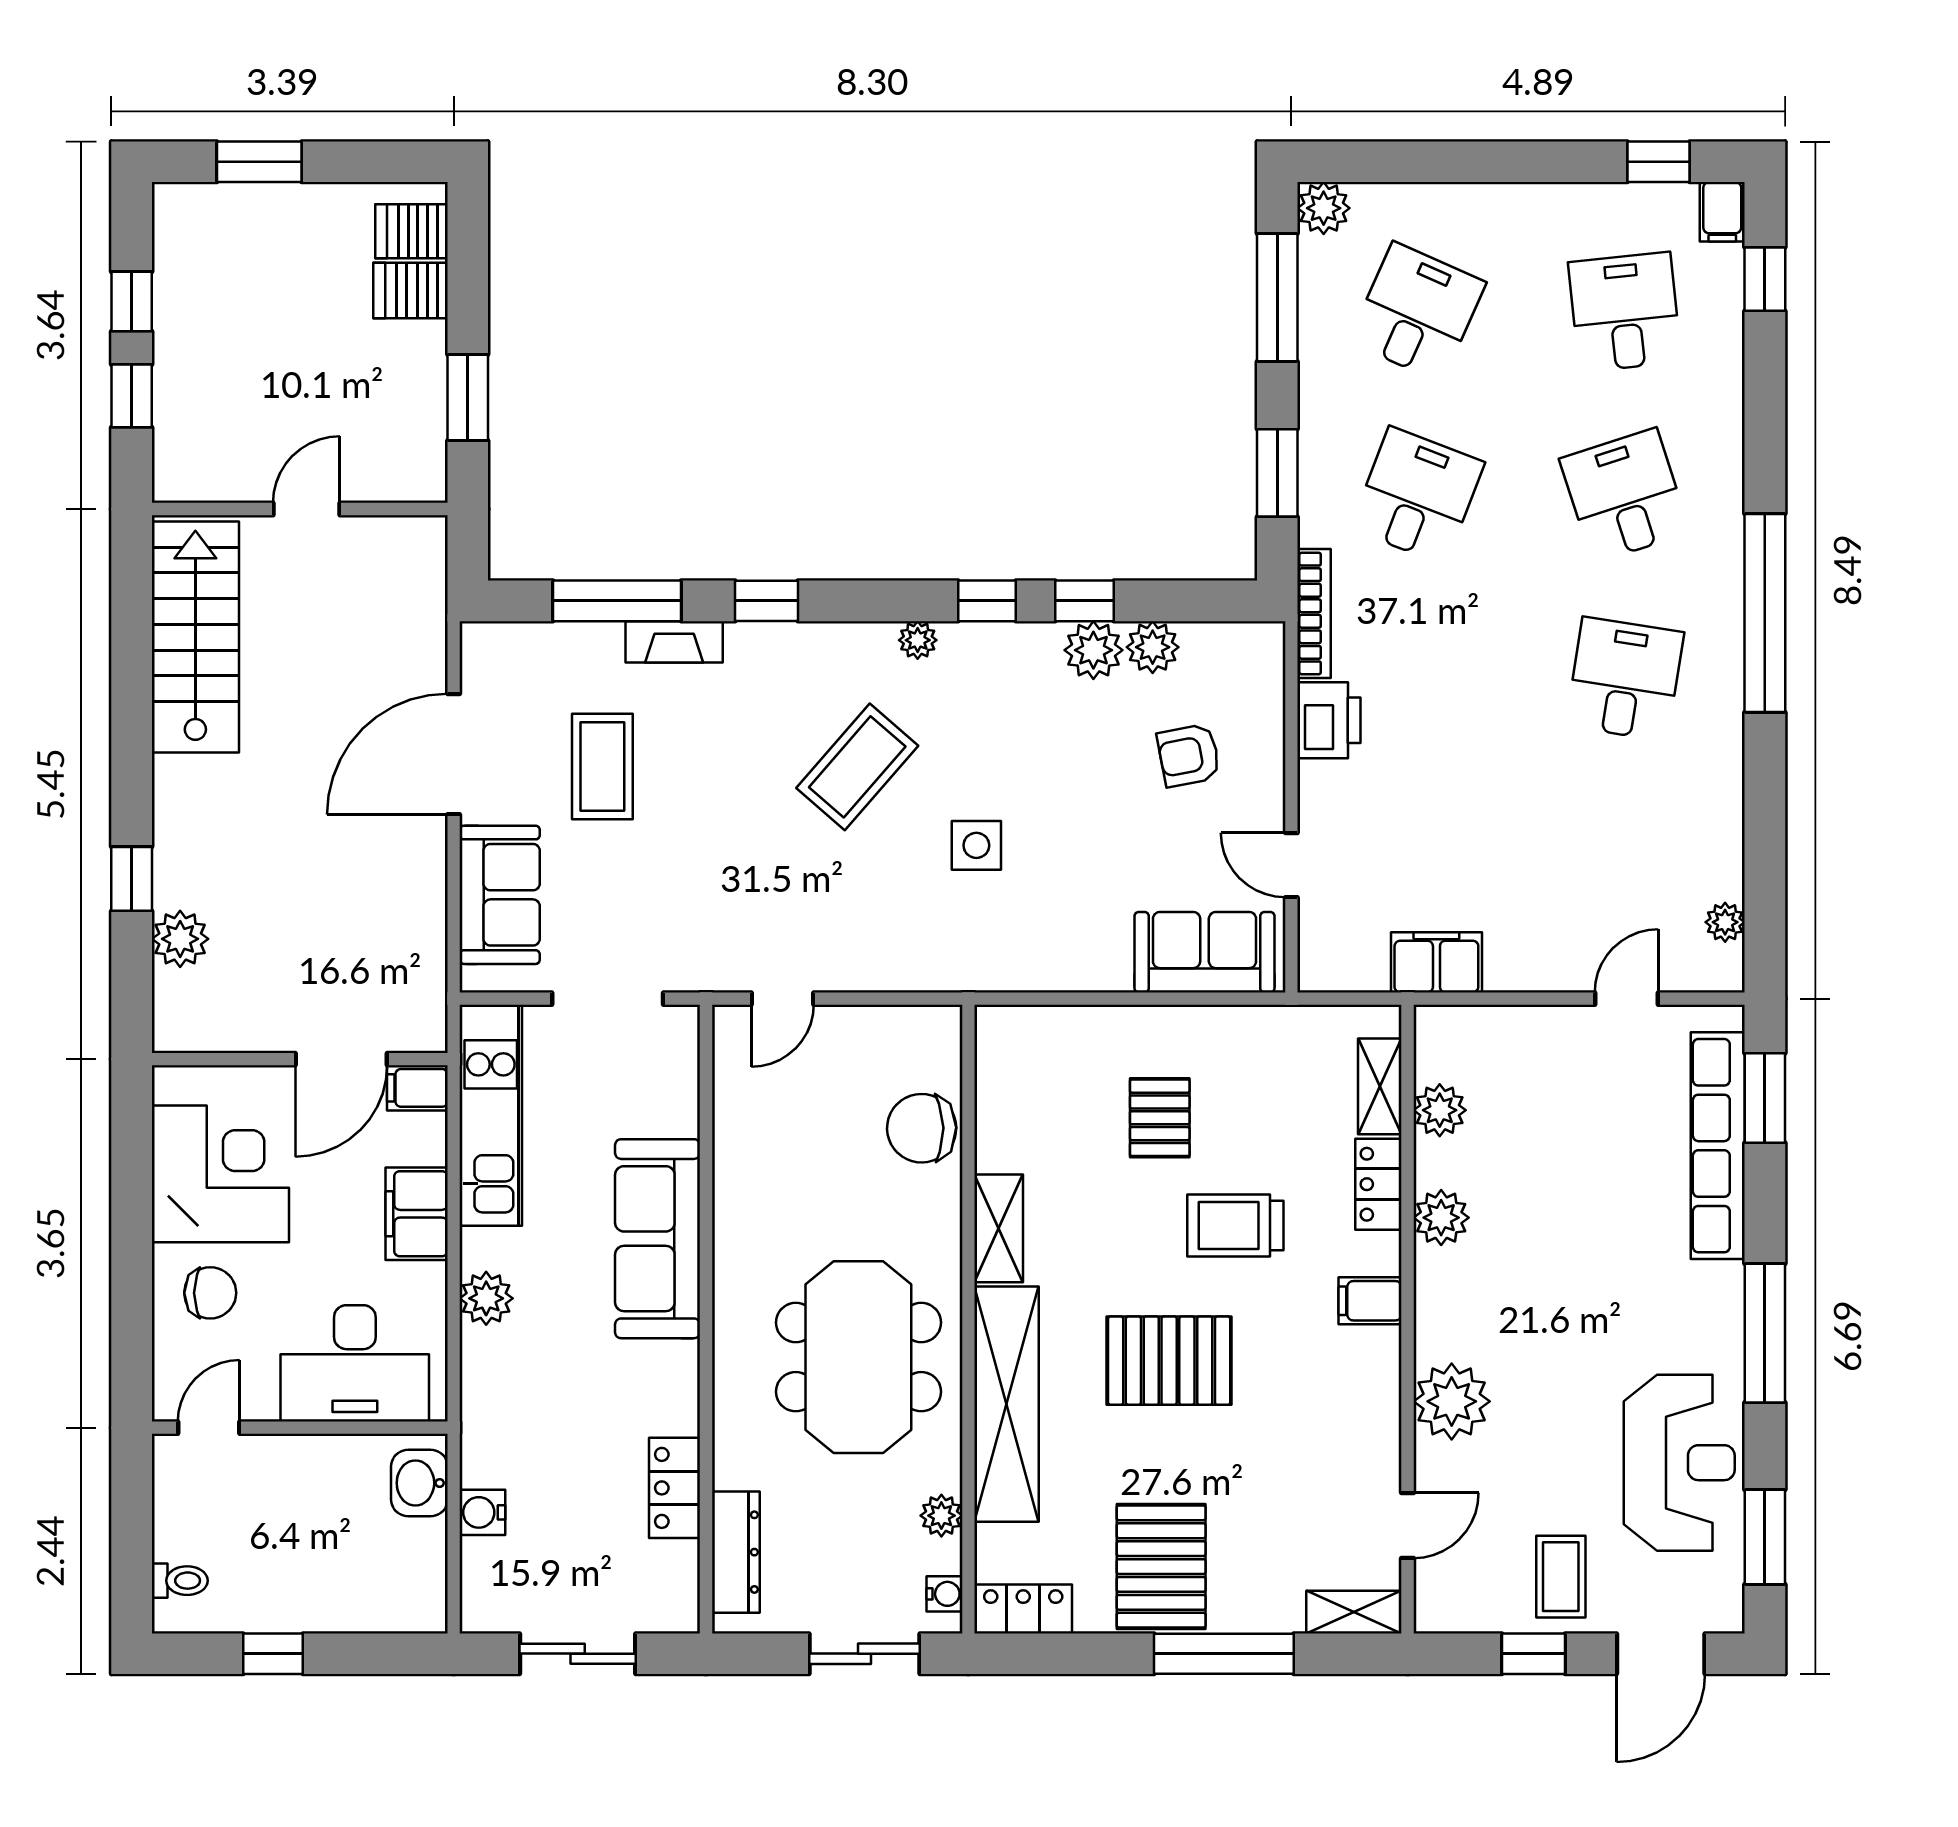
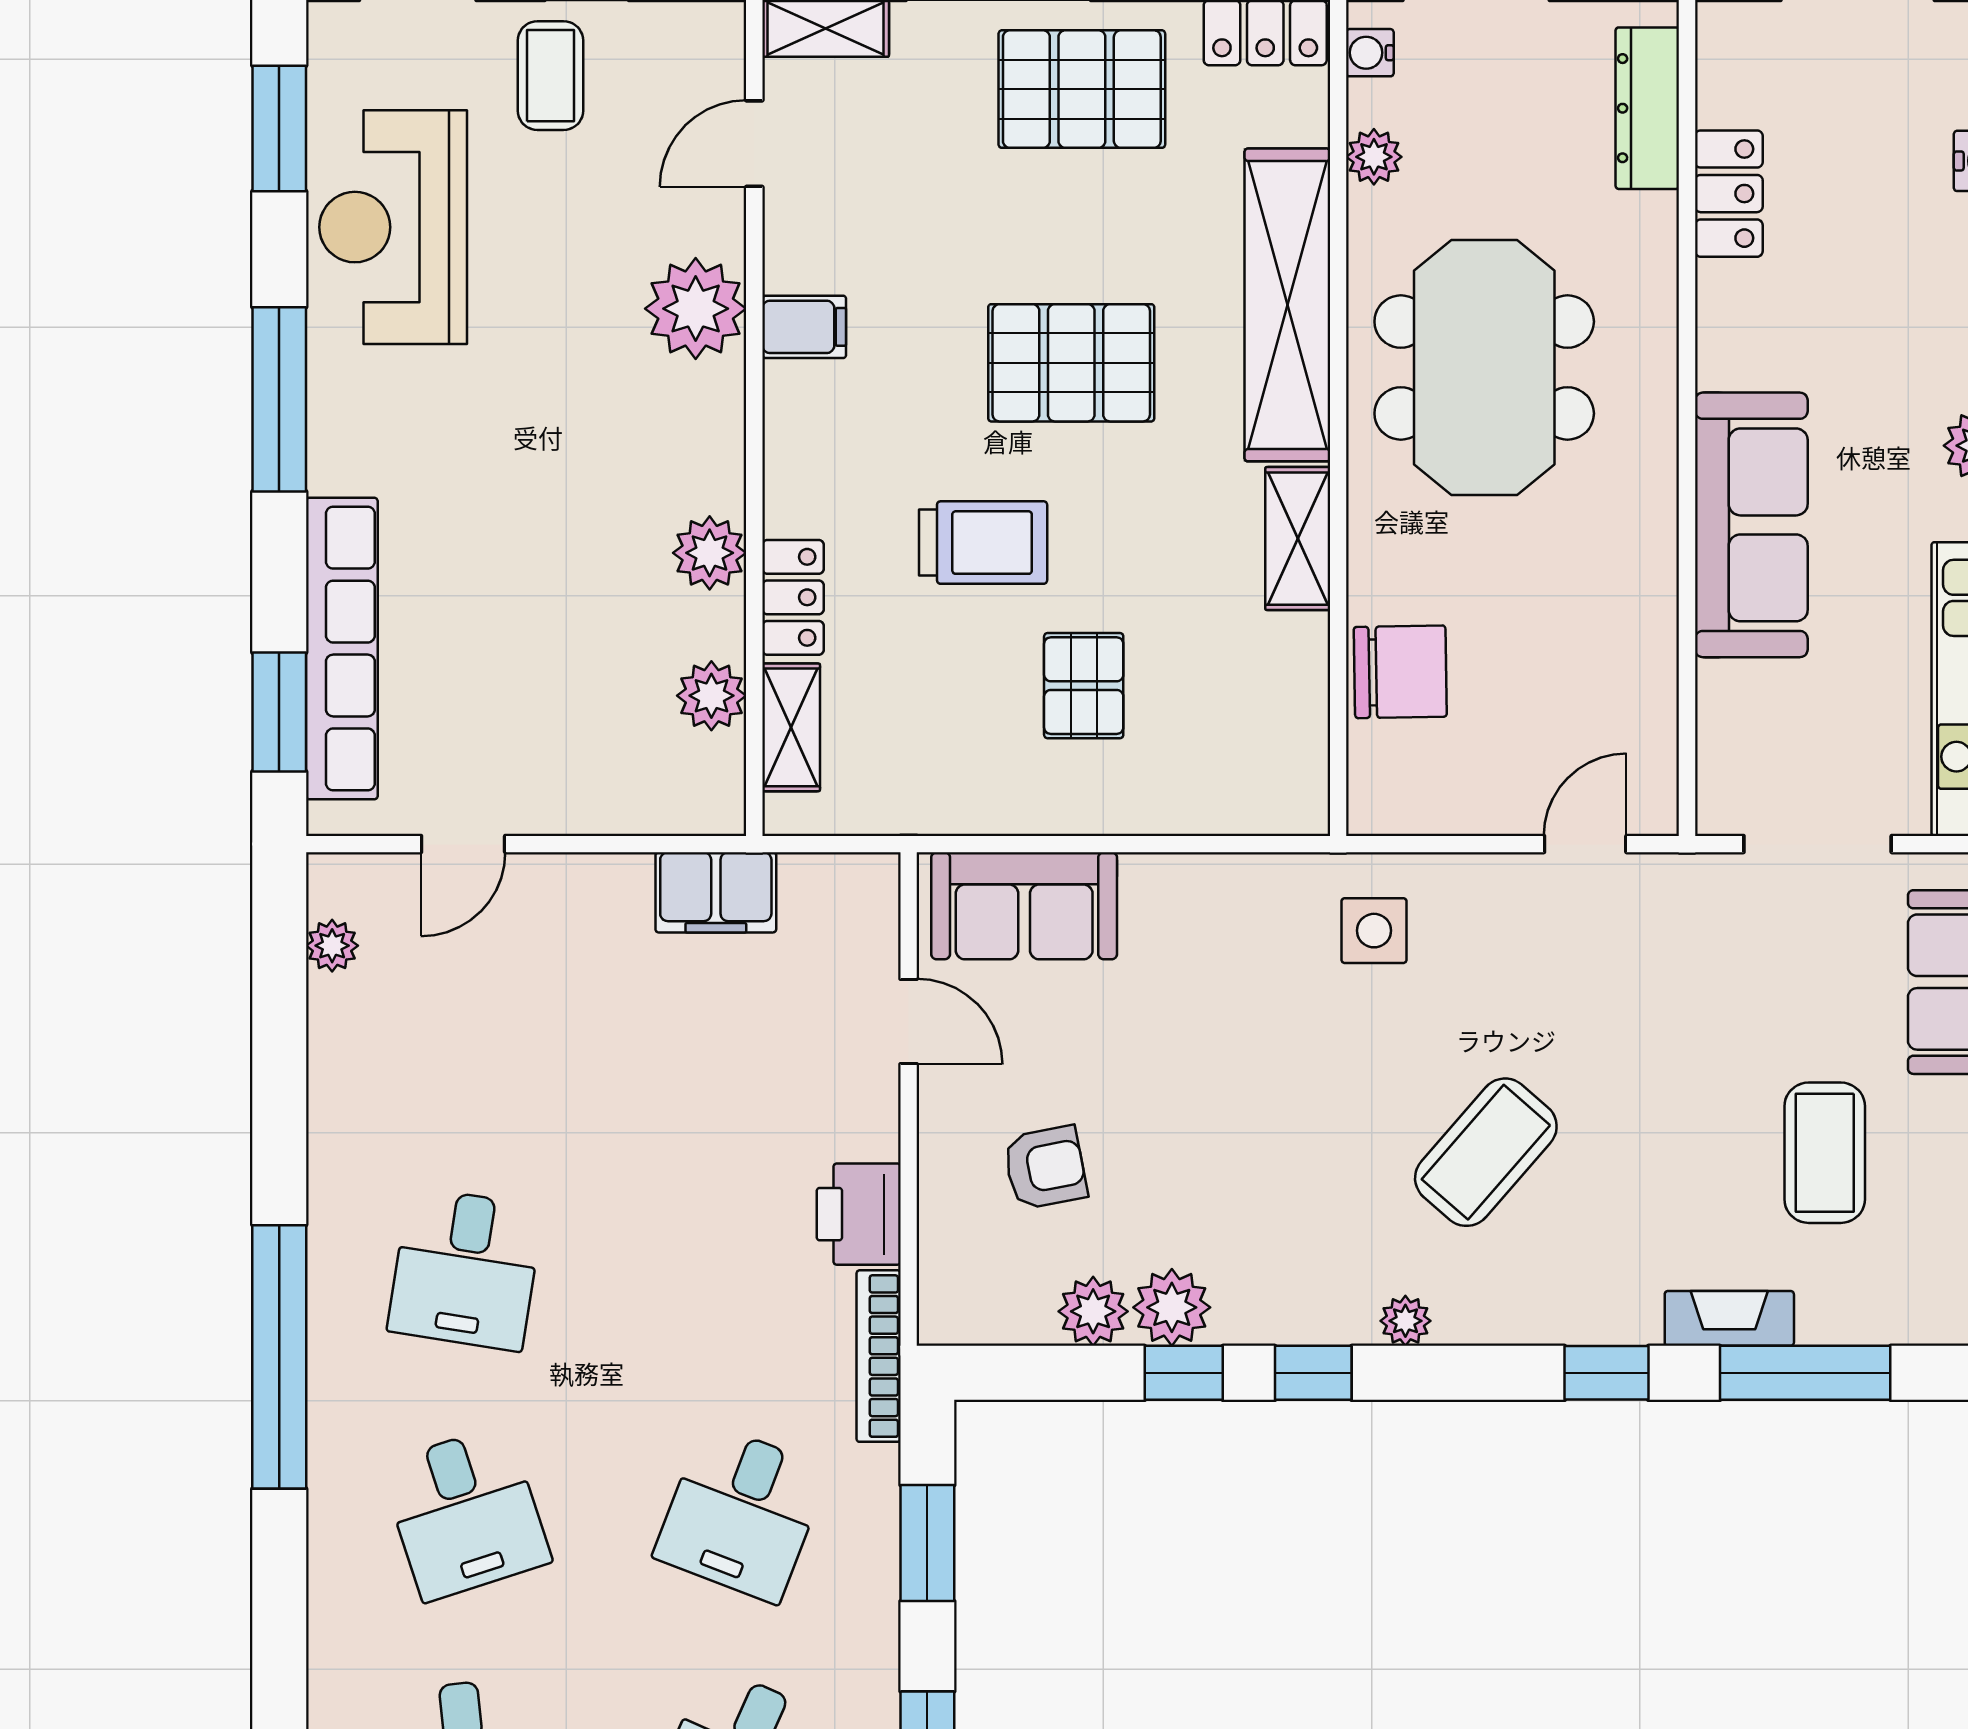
side table: (976, 845) -> (1374, 931), moved
filing cabinet: (1370, 1301) -> (804, 327), moved
pallet: (1161, 1567) -> (1082, 89), turned 90

